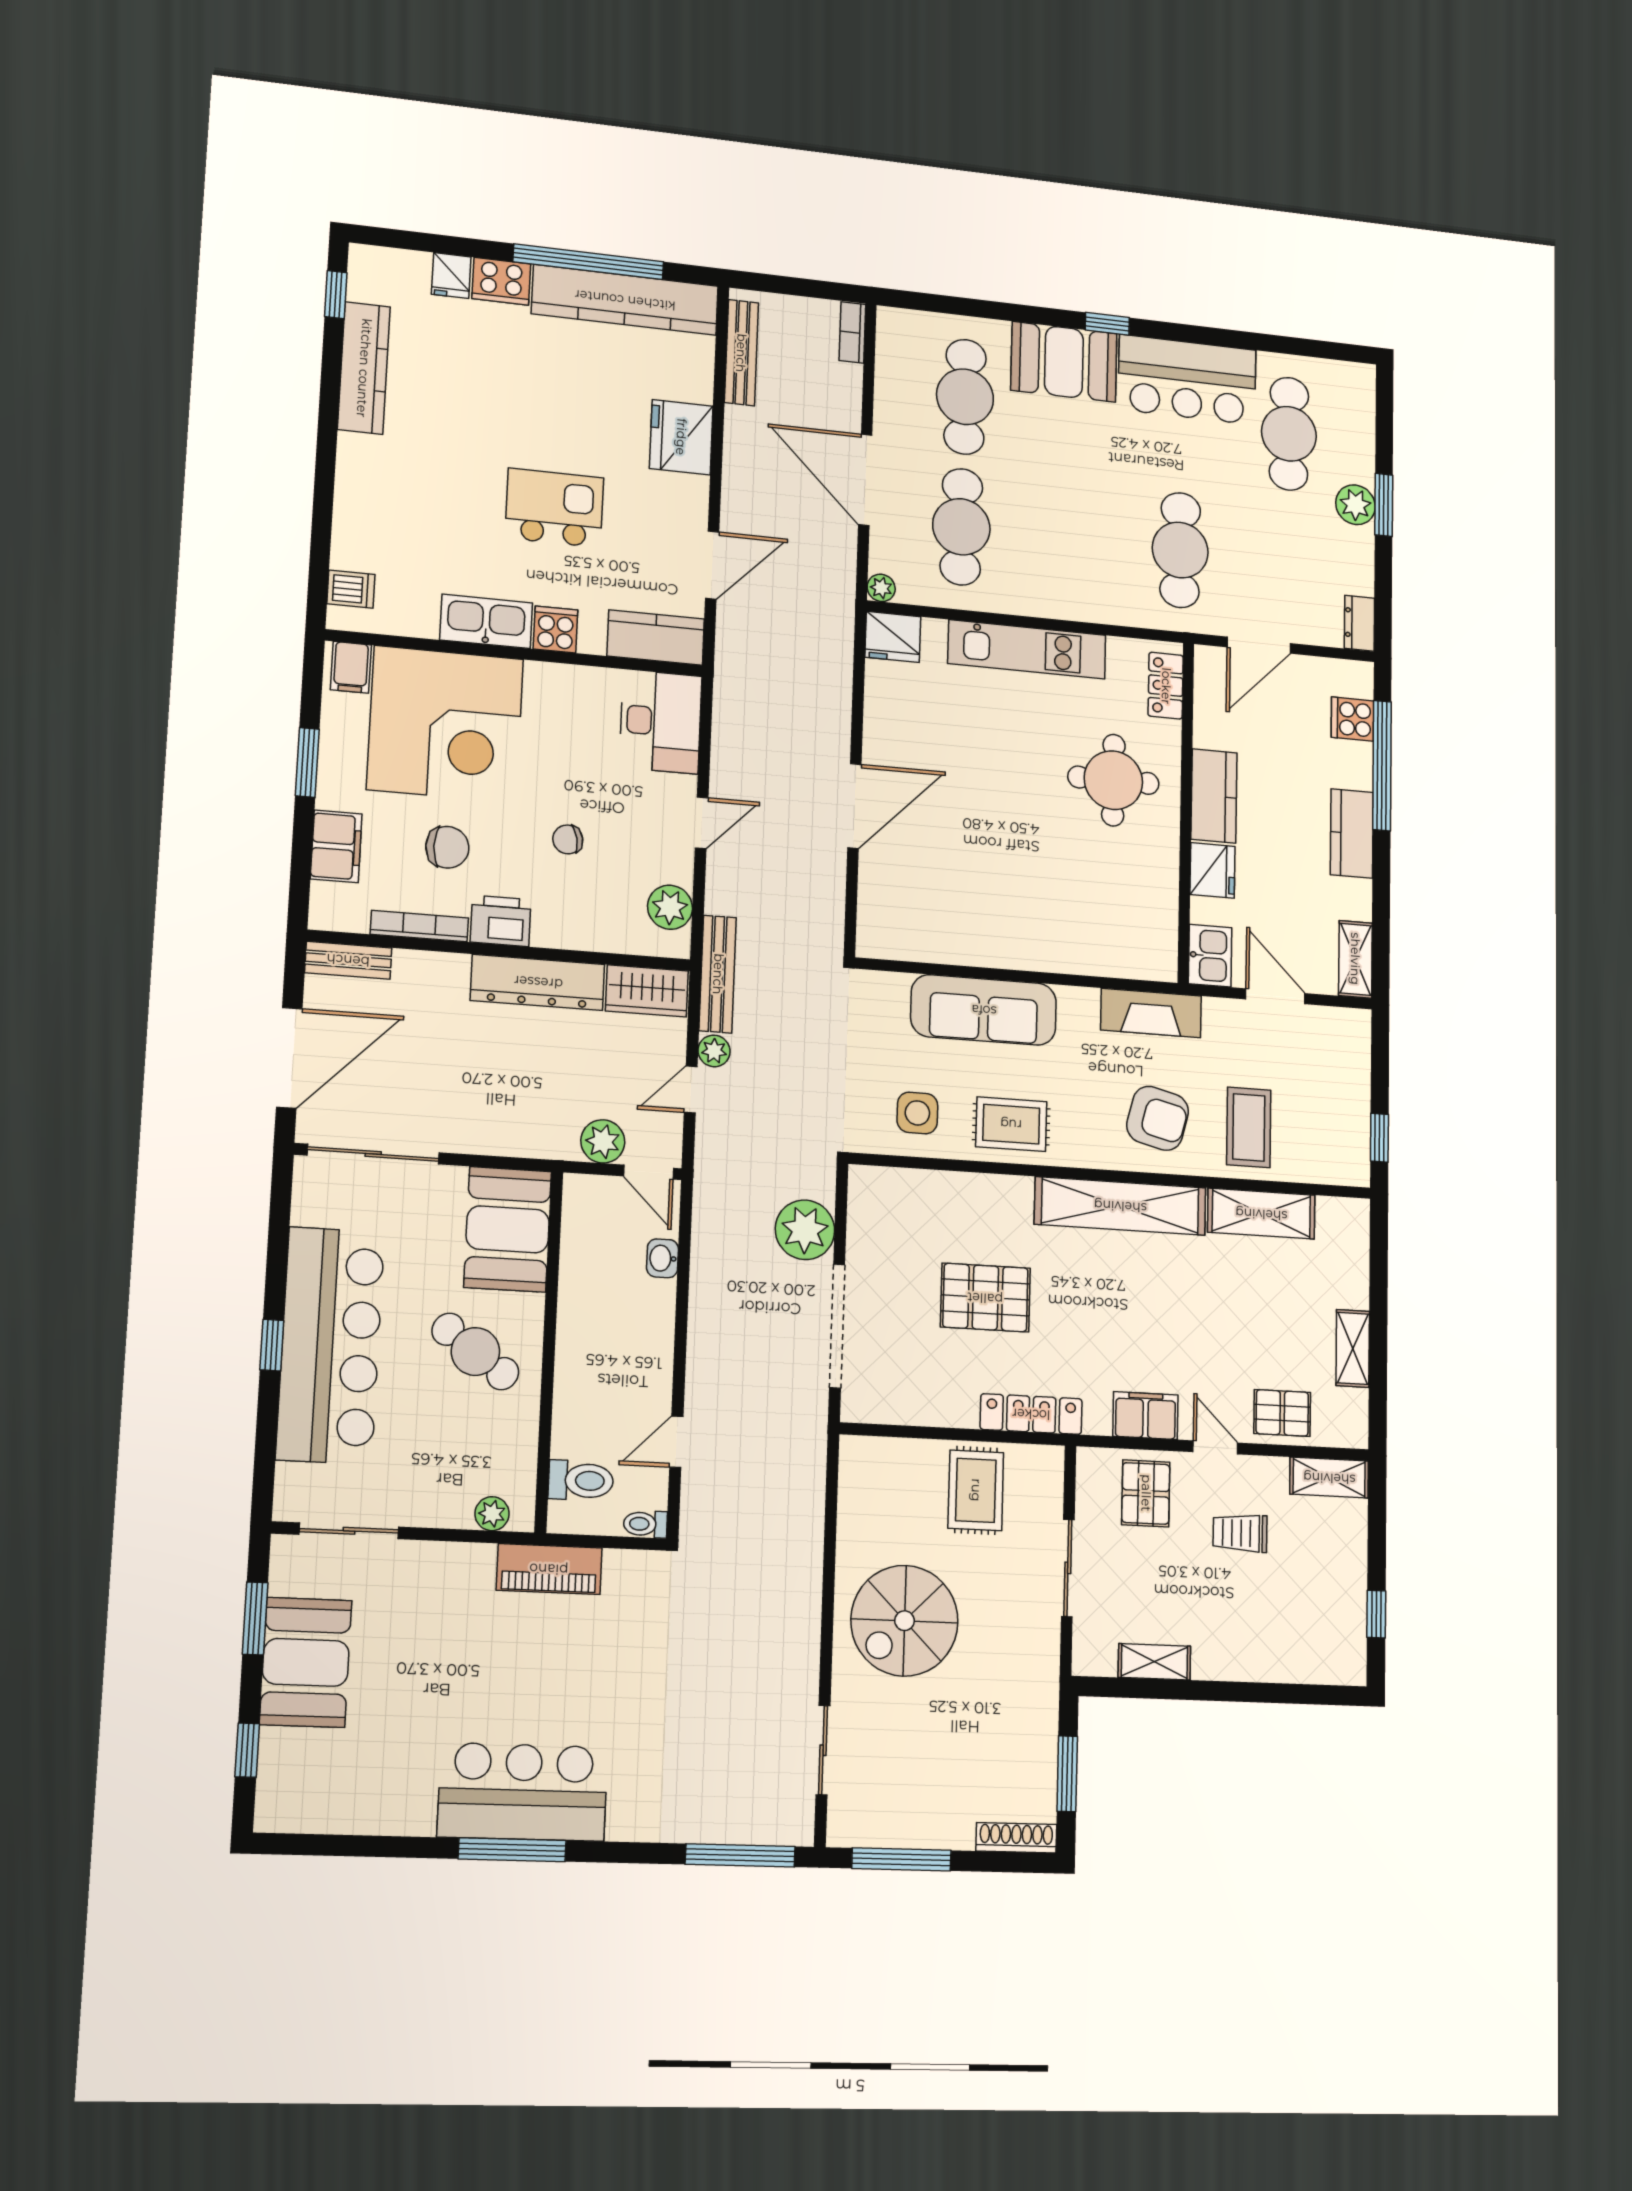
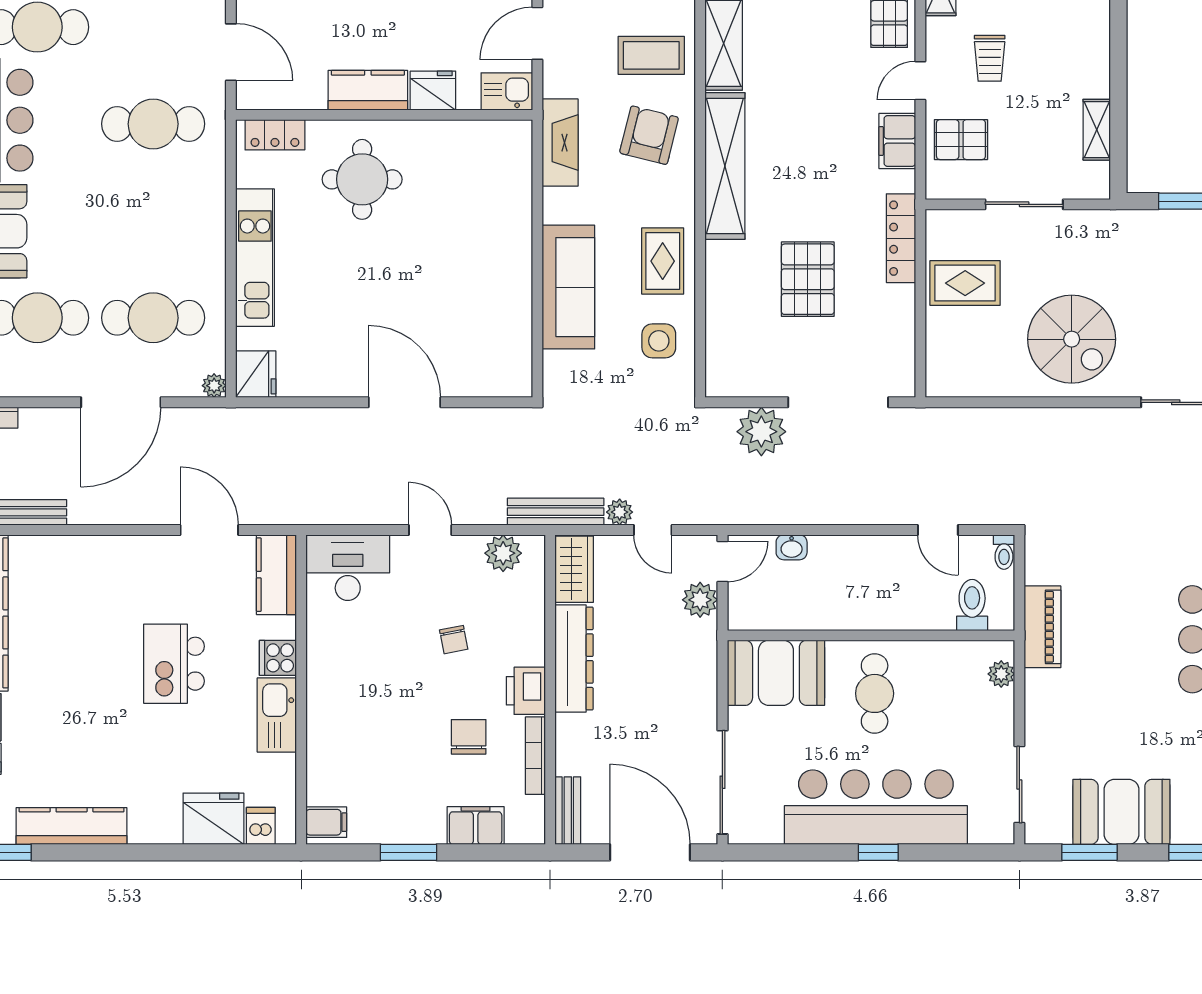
fridge: (681, 437) -> (213, 819), moved, turned 180
corner desk: (445, 724) -> (366, 744), removed
cafe table: (475, 1351) -> (875, 693), turned -36

